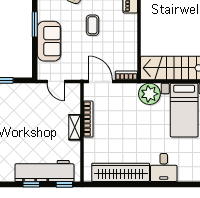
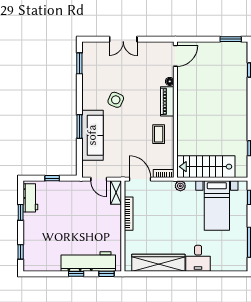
coffee table: (93, 25) -> (159, 134), moved
sofa: (49, 41) -> (92, 135), width x1.36
plant: (149, 94) -> (180, 186), width x0.53, depth x0.53
shelving: (75, 127) -> (116, 192), moved

